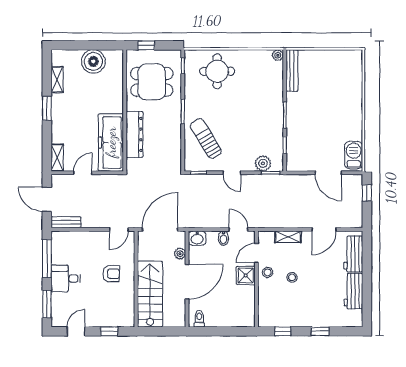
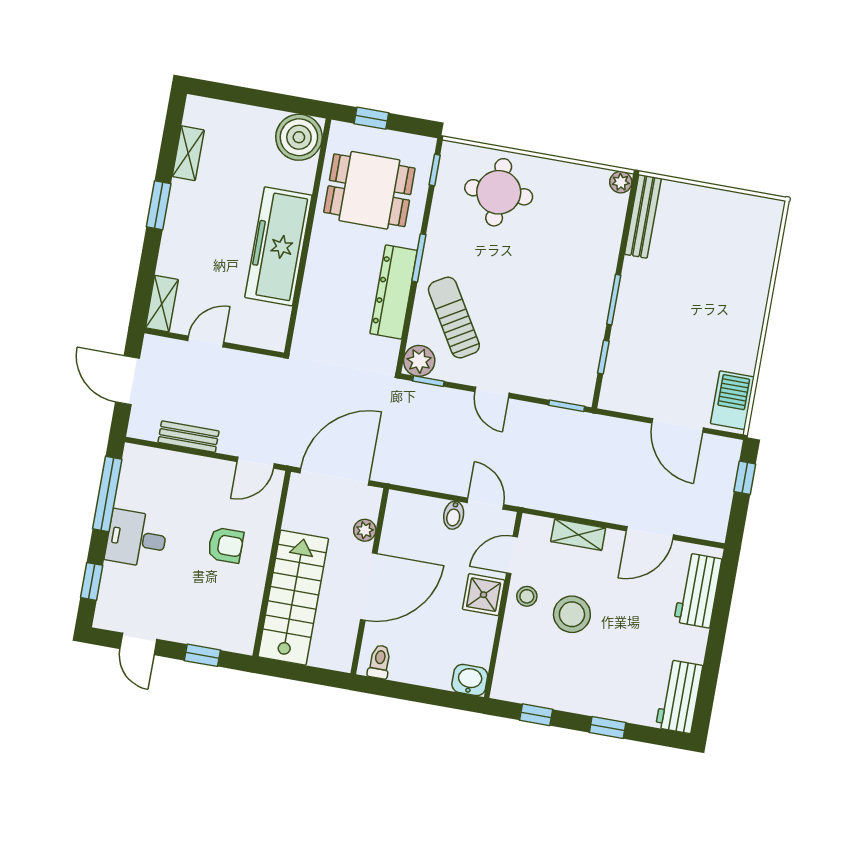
boiler: (93, 61) -> (299, 137), moved
dresser: (134, 134) -> (394, 292), moved, turned 180
freezer: (111, 142) -> (278, 246), moved
plant: (263, 163) -> (419, 361), moved
bench: (66, 222) -> (188, 437), moved
washbasin: (197, 238) -> (470, 680), moved, turned 180
stool: (292, 277) -> (572, 614), width x1.89, depth x1.89
workbench: (353, 291) -> (679, 696), moved
window: (47, 304) -> (92, 581), width x0.67
door: (76, 331) -> (138, 644), swing flipped

